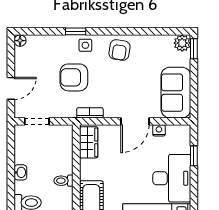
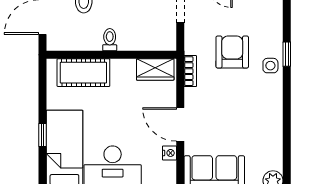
armchair: (119, 50) -> (265, 106), removed

